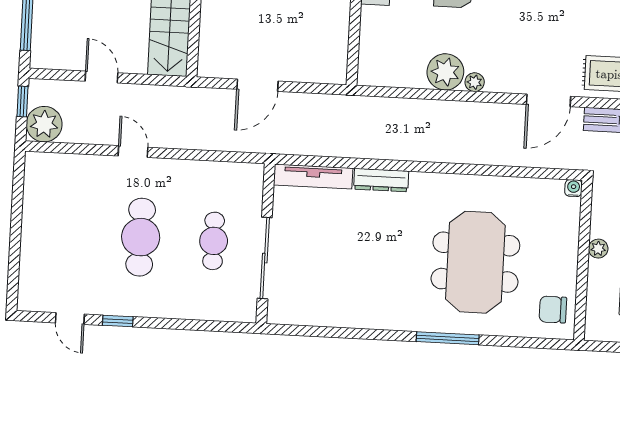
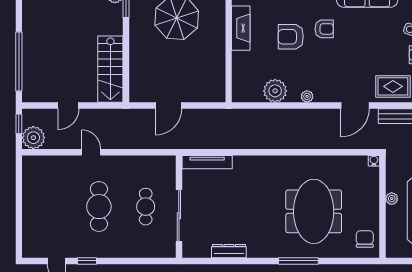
plant: (445, 72) -> (275, 91), moved
door: (101, 77) -> (68, 106), swing flipped
dresser: (381, 180) -> (229, 251), moved, turned 180
chair: (553, 310) -> (365, 239), turned 90

